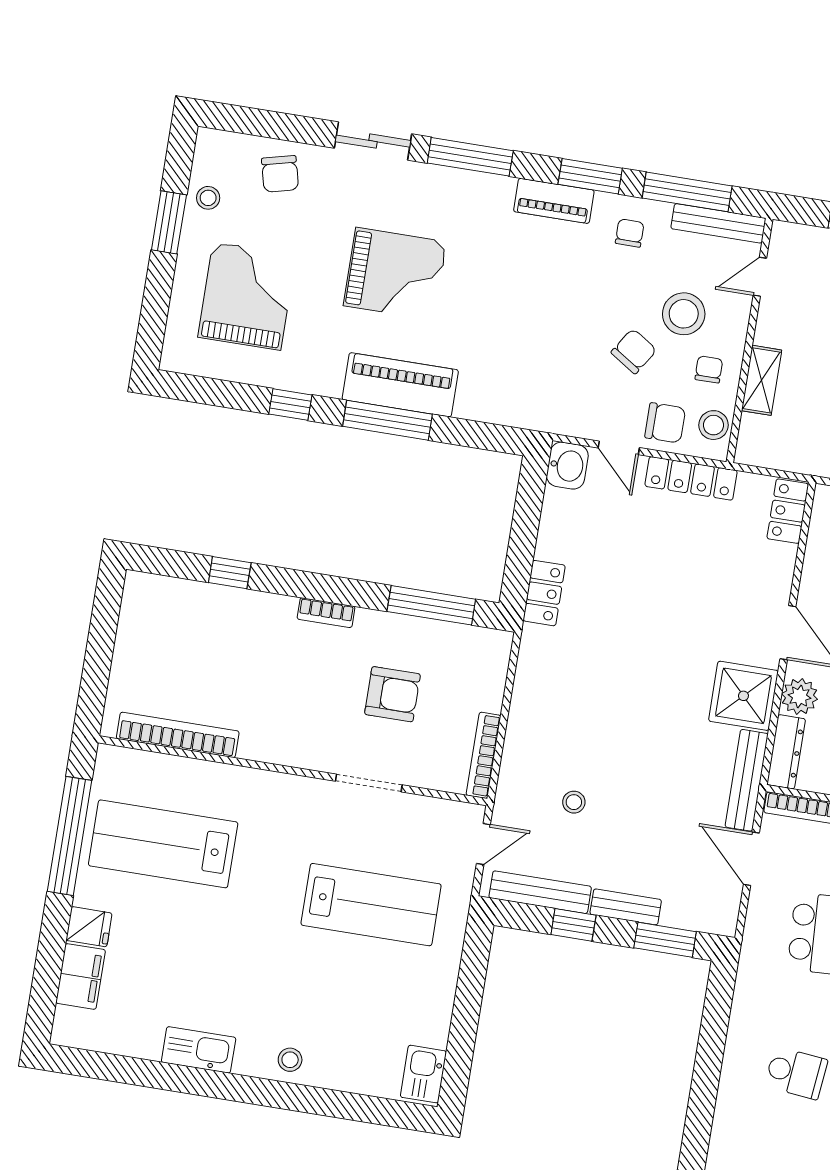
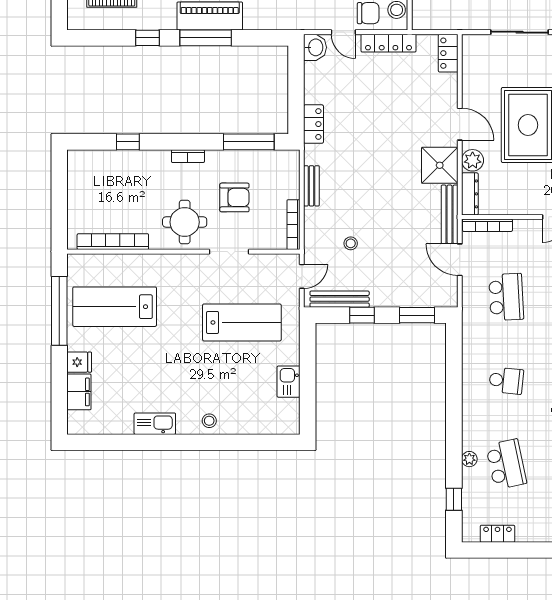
round table: (303, 722) -> (185, 222), added
bench: (626, 907) -> (311, 186), moved, turned 90
kitchen sink: (423, 1074) -> (288, 382), moved

